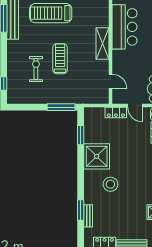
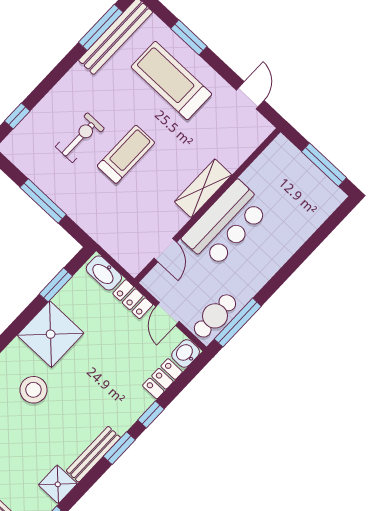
bar counter: (125, 27) -> (226, 224), moved
window: (61, 107) -> (43, 201), moved
washbasin: (95, 113) -> (104, 273), added

